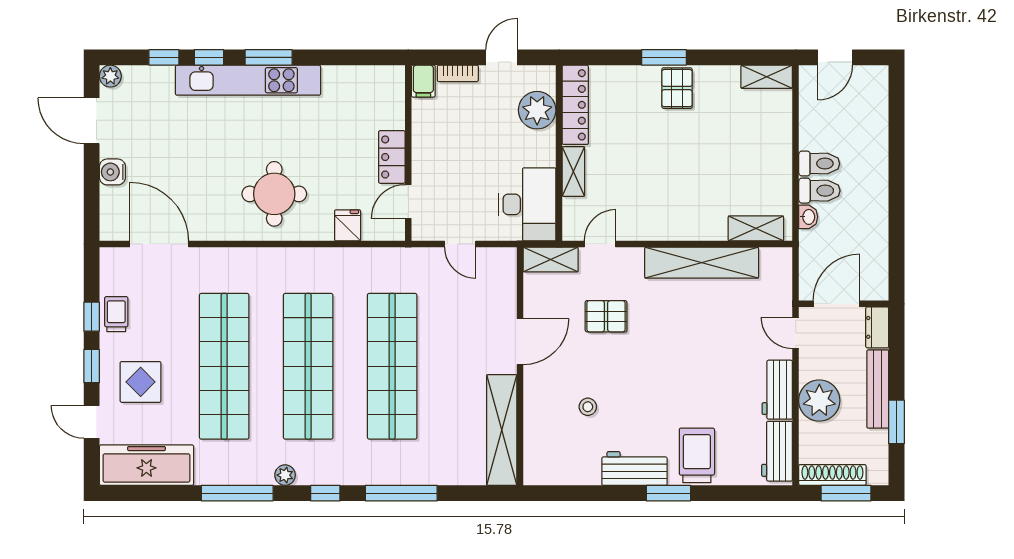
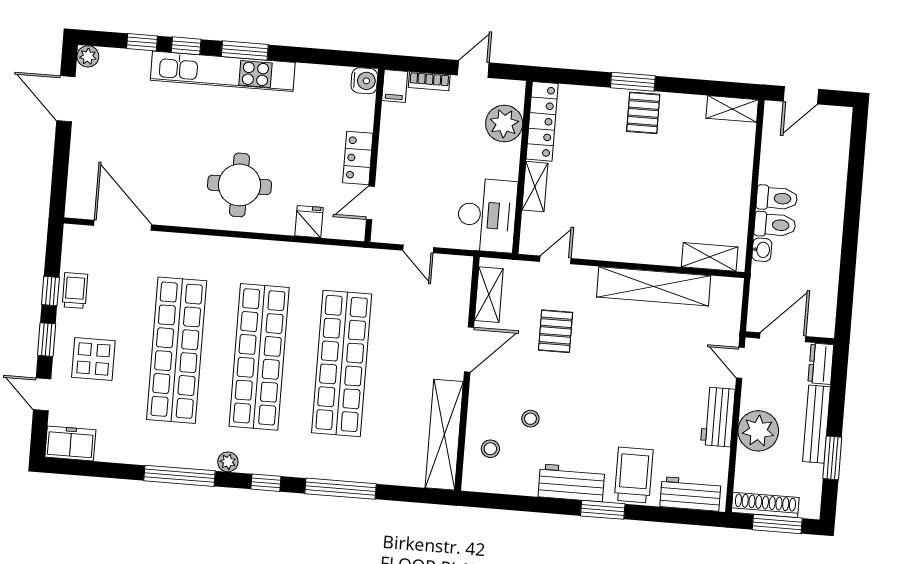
water cooler: (112, 172) -> (364, 81), moved, turned 180
shelving: (551, 260) -> (489, 295), moved, turned 90
pallet: (606, 316) -> (556, 331), turned 90
stool: (550, 440) -> (490, 449), added
workbench: (777, 451) -> (690, 494), moved, turned 90
freezer: (146, 465) -> (70, 443), width x0.52, depth x0.79

